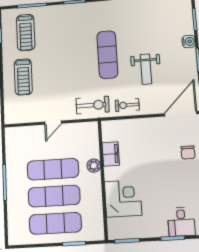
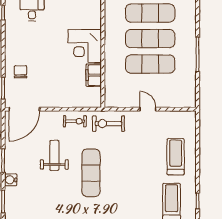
door: (53, 123) -> (148, 109), hinge flipped
plant: (94, 166) -> (111, 65), removed
corner desk: (123, 198) -> (85, 46), moved

